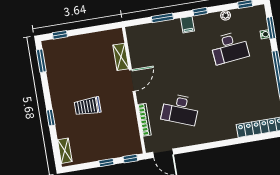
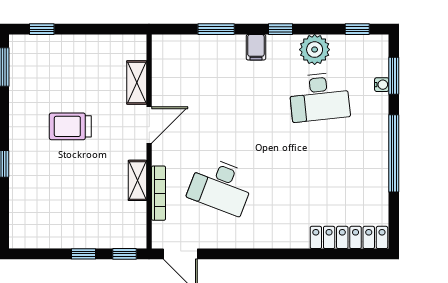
plant: (226, 15) -> (315, 50), width x1.88, depth x1.88
trolley: (88, 106) -> (70, 126), moved
shelving: (65, 151) -> (137, 180), moved

